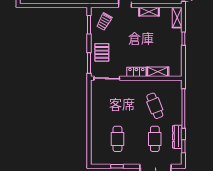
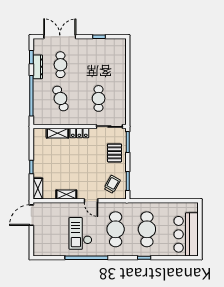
cafe table: (117, 139) -> (99, 98), moved

